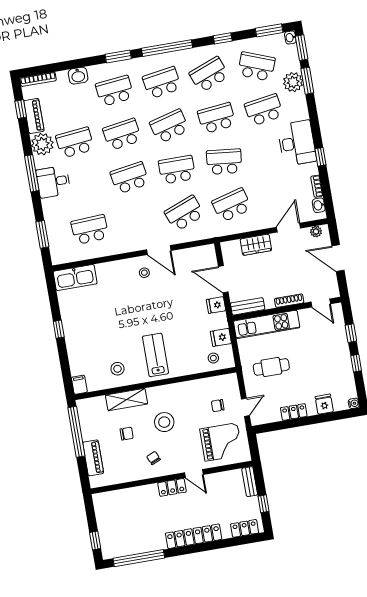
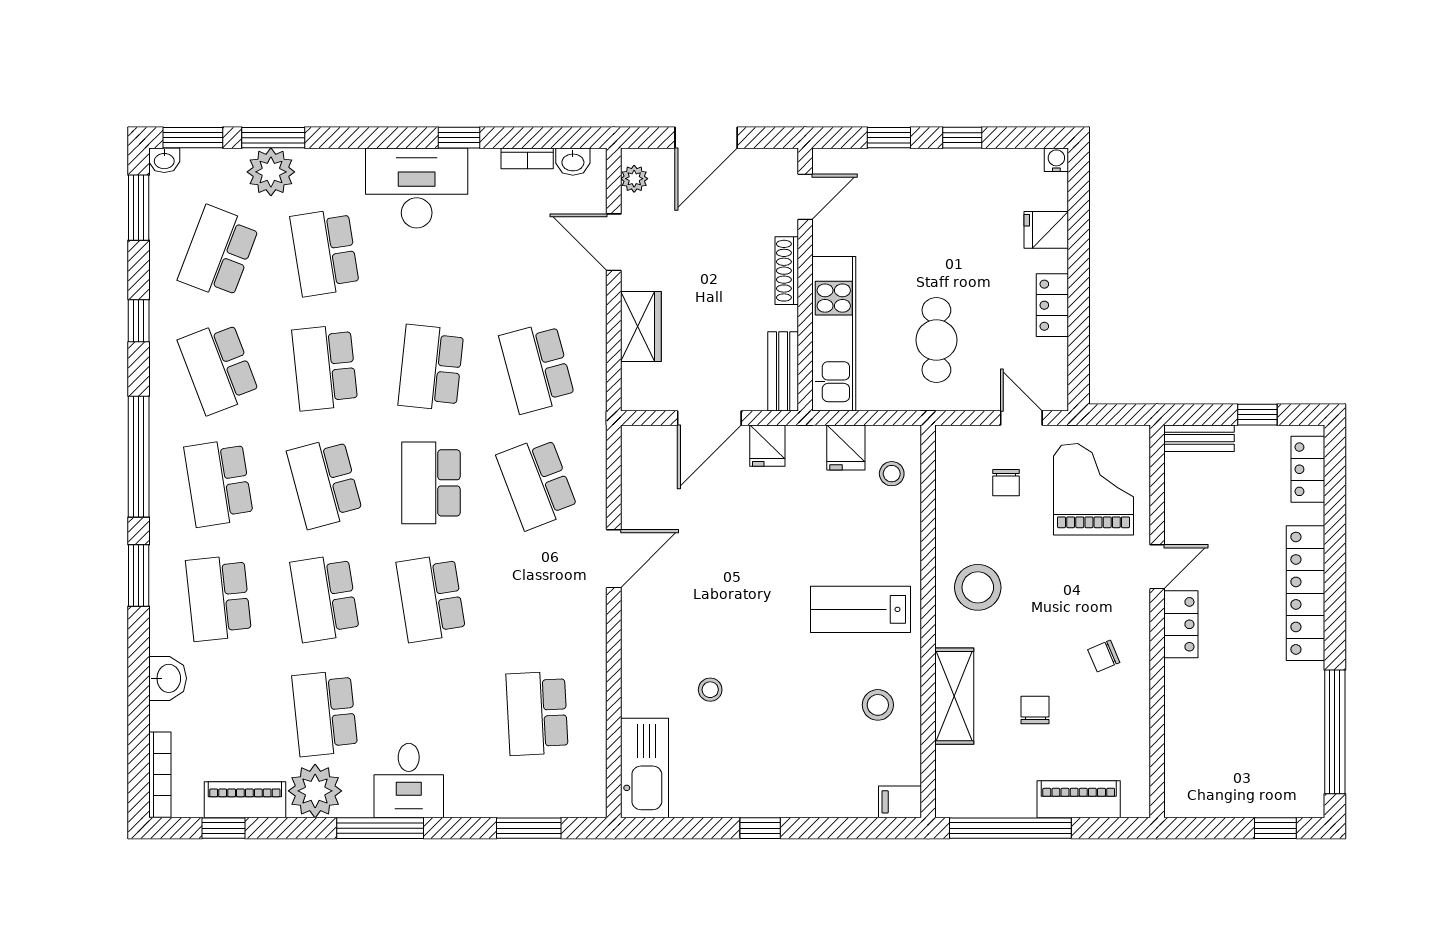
stool: (144, 273) -> (710, 690), moved
stool: (164, 422) -> (978, 587), moved

